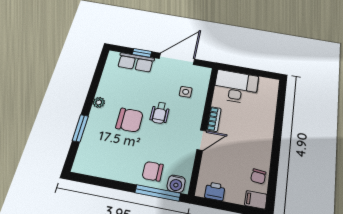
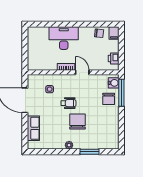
window: (142, 53) -> (25, 126), removed
desk: (236, 87) -> (64, 38), moved, turned 90

